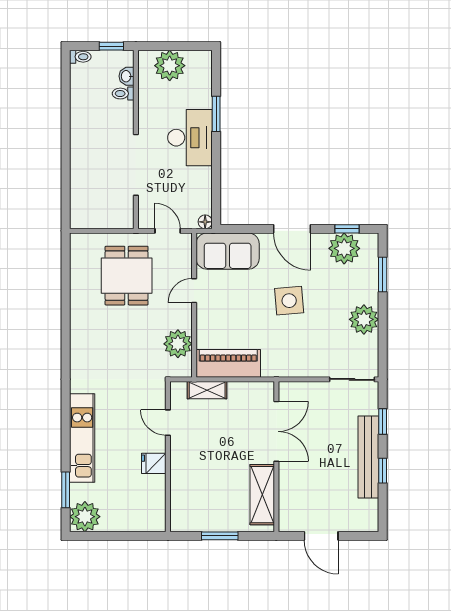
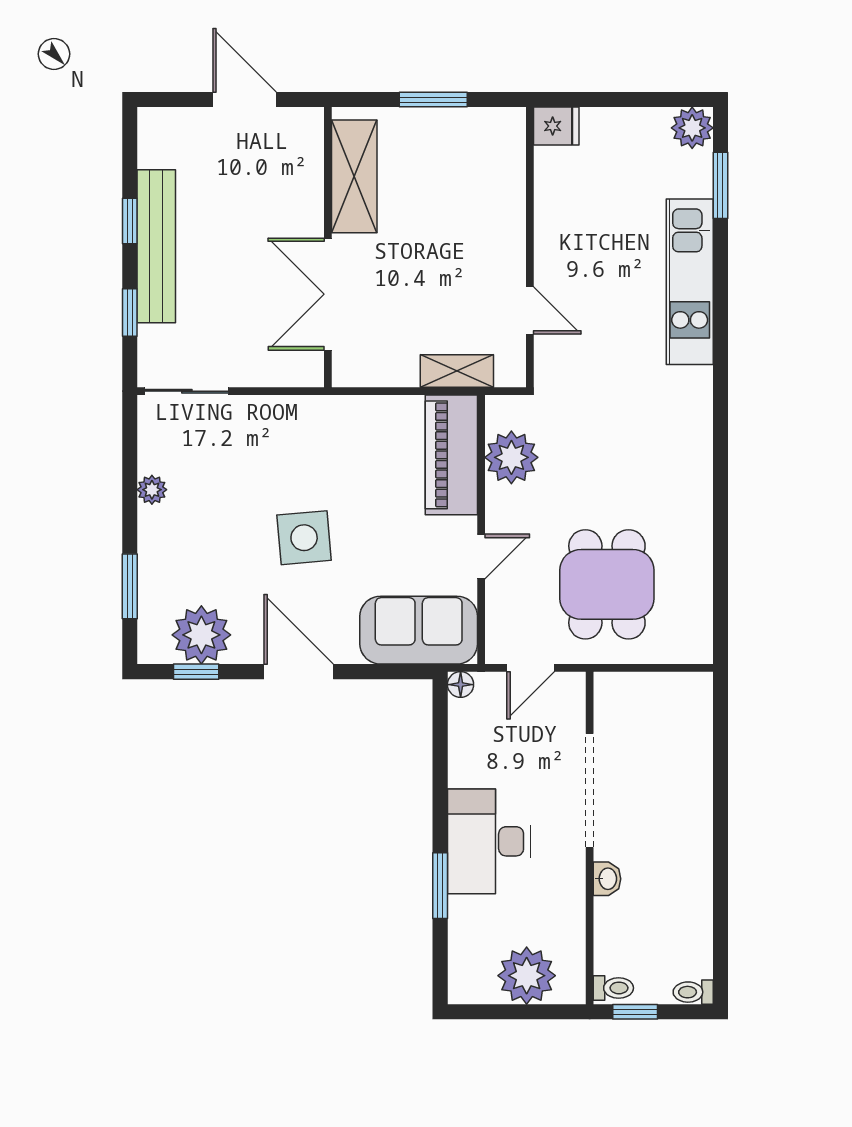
washbasin: (126, 76) -> (607, 879), moved
toilet: (123, 94) -> (613, 988), moved
door: (168, 231) -> (531, 668), hinge flipped
plant: (364, 319) -> (152, 490), width x0.53, depth x0.53
piano: (228, 363) -> (451, 455), moved, turned 90
fridge: (154, 463) -> (556, 126), moved
plant: (85, 517) -> (692, 128), width x0.73, depth x0.73

